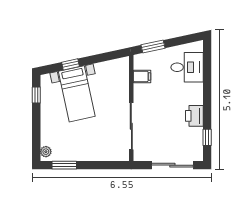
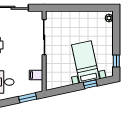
window: (64, 165) -> (95, 8), removed

